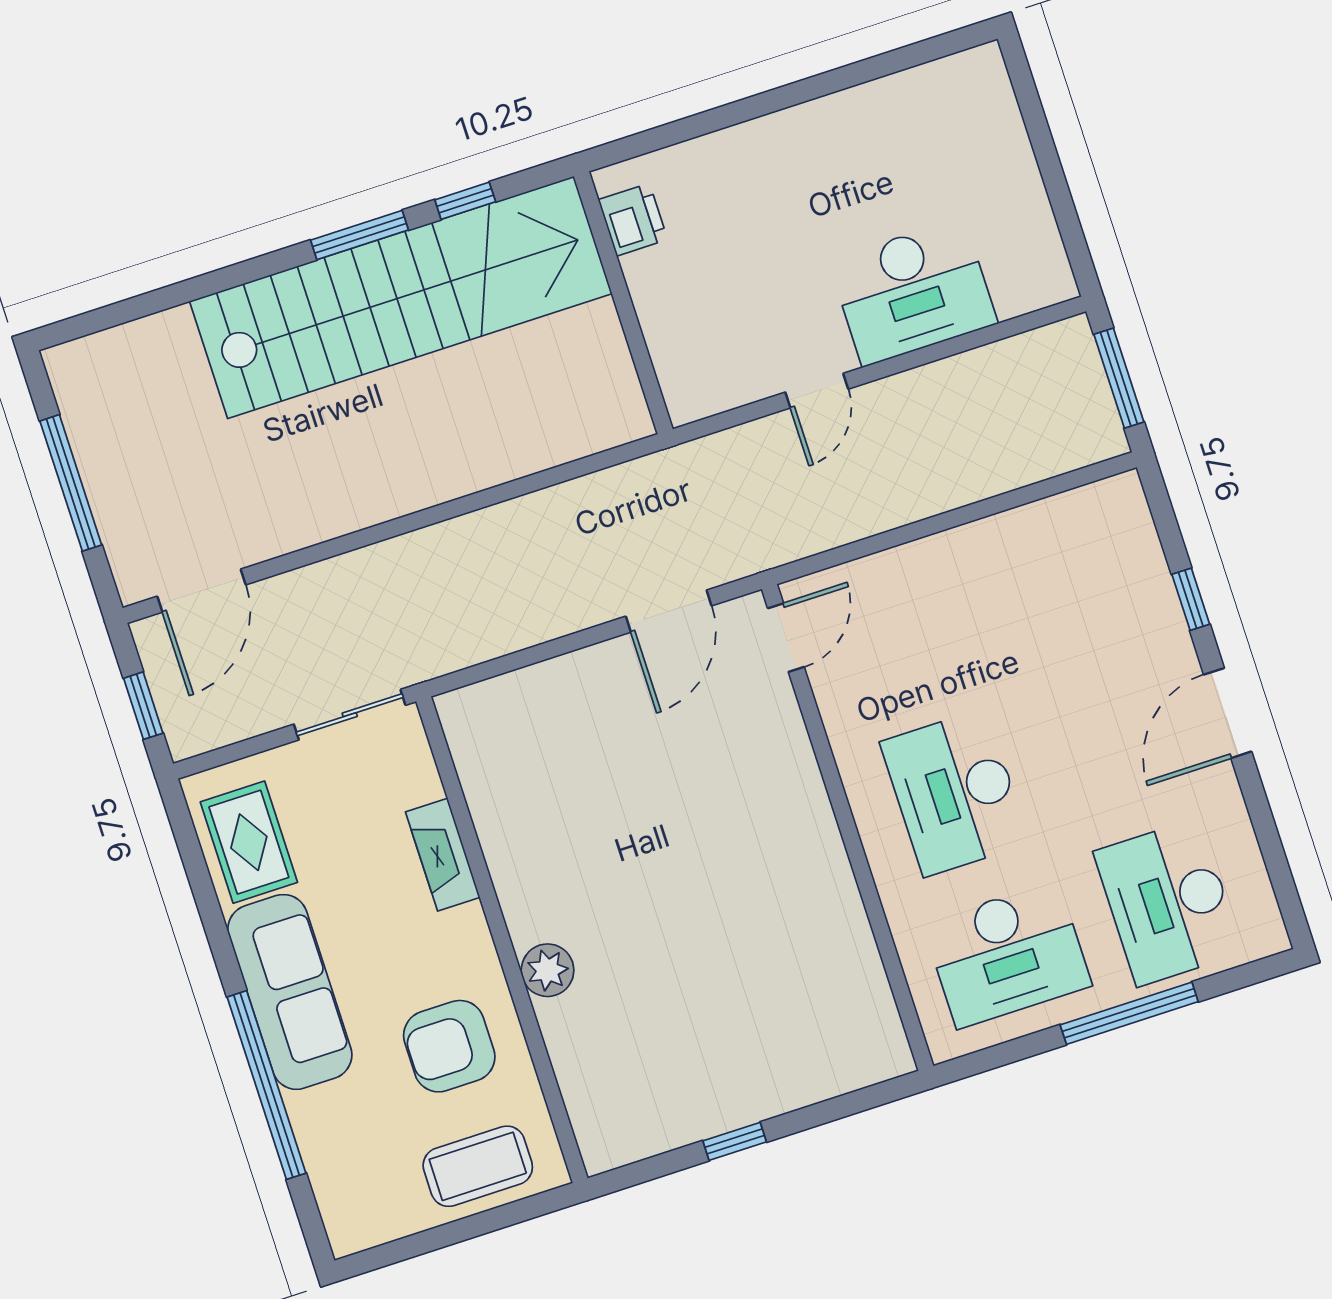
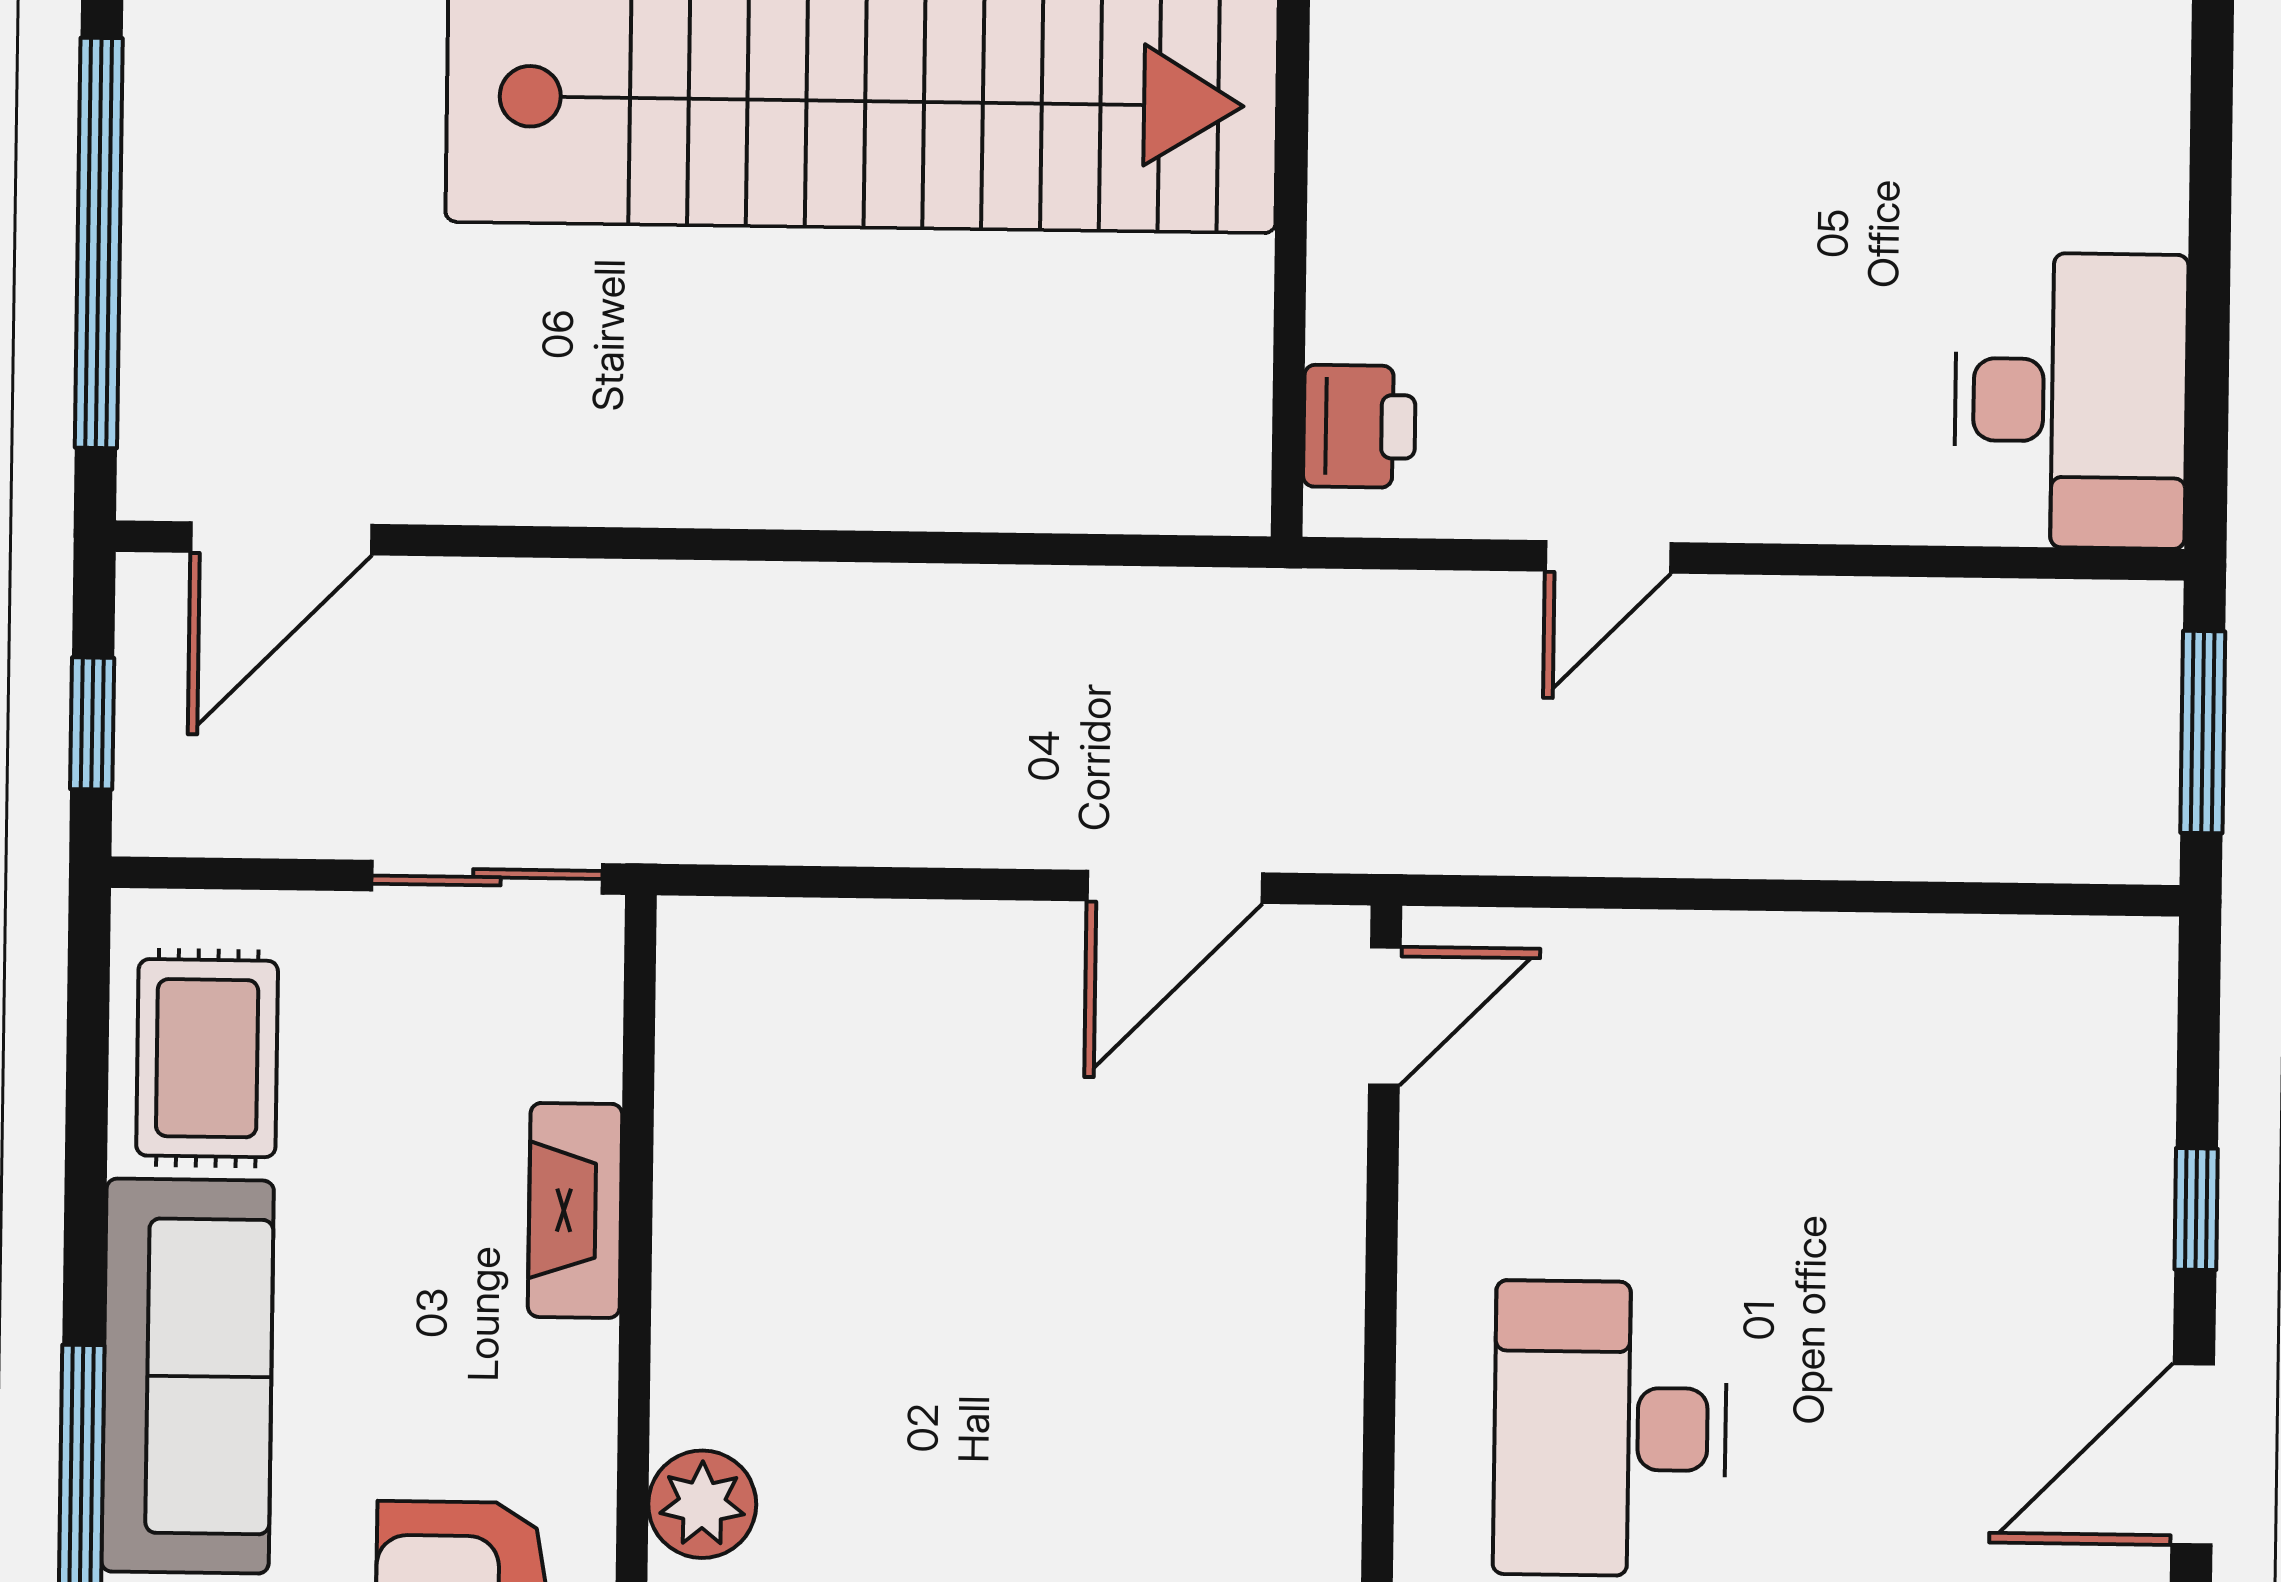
printer: (633, 220) -> (1359, 426), moved
desk: (913, 292) -> (2071, 400), moved, turned -90
window: (71, 483) -> (99, 243), width x1.46

